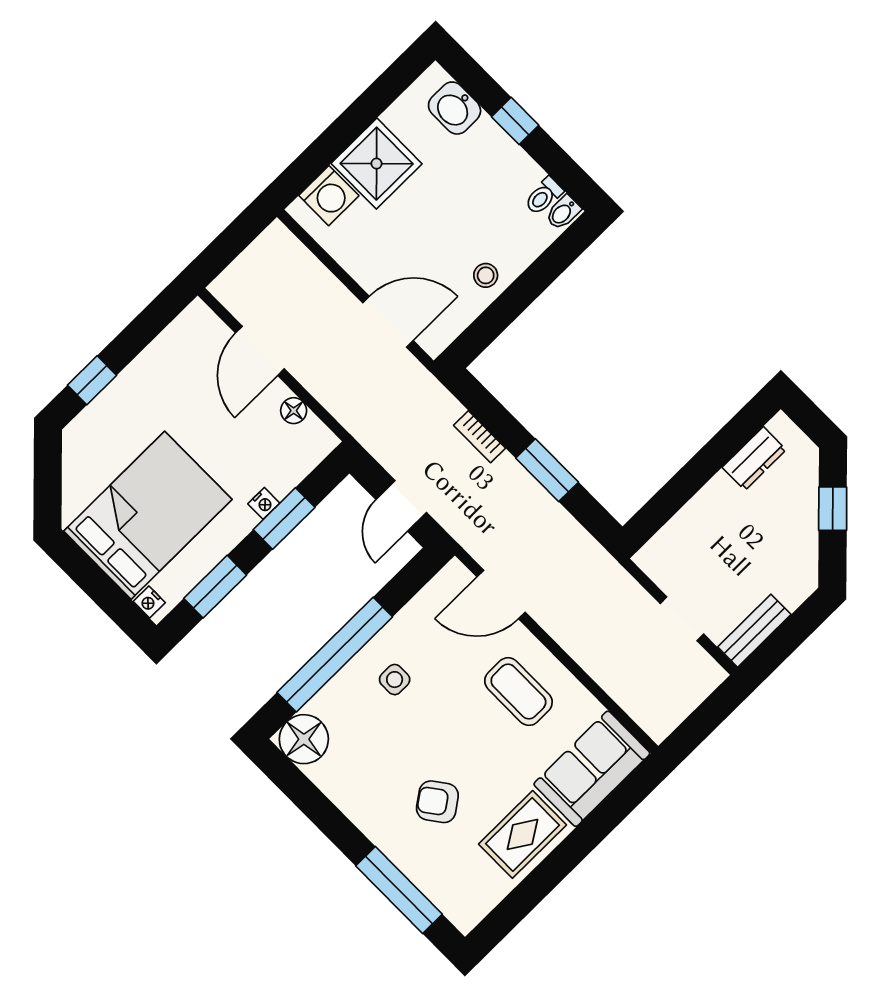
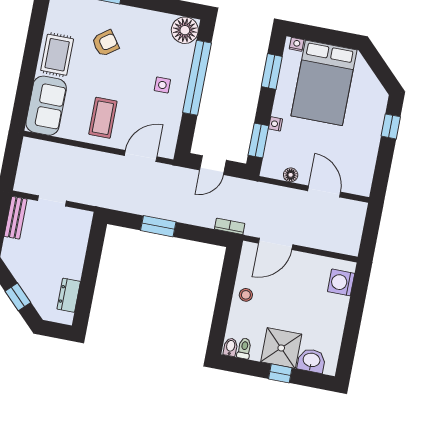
shower: (377, 164) -> (281, 348), moved
bookcase: (480, 437) -> (230, 226), moved
door: (401, 506) -> (213, 165), swing flipped
window: (284, 518) -> (258, 140), moved
coffee table: (518, 692) -> (103, 118), turned 90

